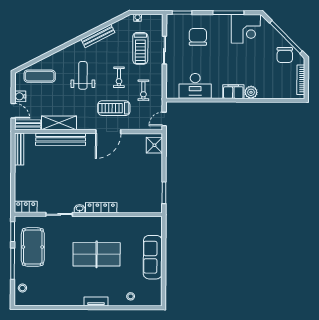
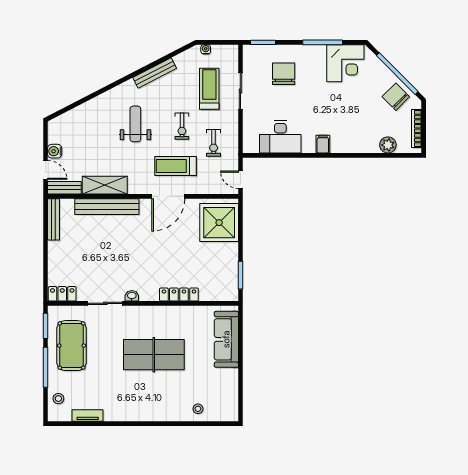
treadmill: (140, 48) -> (209, 89), turned 180
chair: (285, 55) -> (396, 97), turned 135
exercise mat: (40, 76) -> (80, 125), removed
filing cabinet: (233, 92) -> (323, 144), width x0.50
plant: (251, 92) -> (388, 145), moved
door: (164, 119) -> (240, 180), hinge flipped
shower: (154, 145) -> (219, 223), width x1.86, depth x1.86
locker: (101, 208) -> (179, 295), moved
sofa: (153, 257) -> (226, 339), moved
tv unit: (96, 301) -> (88, 416), moved

